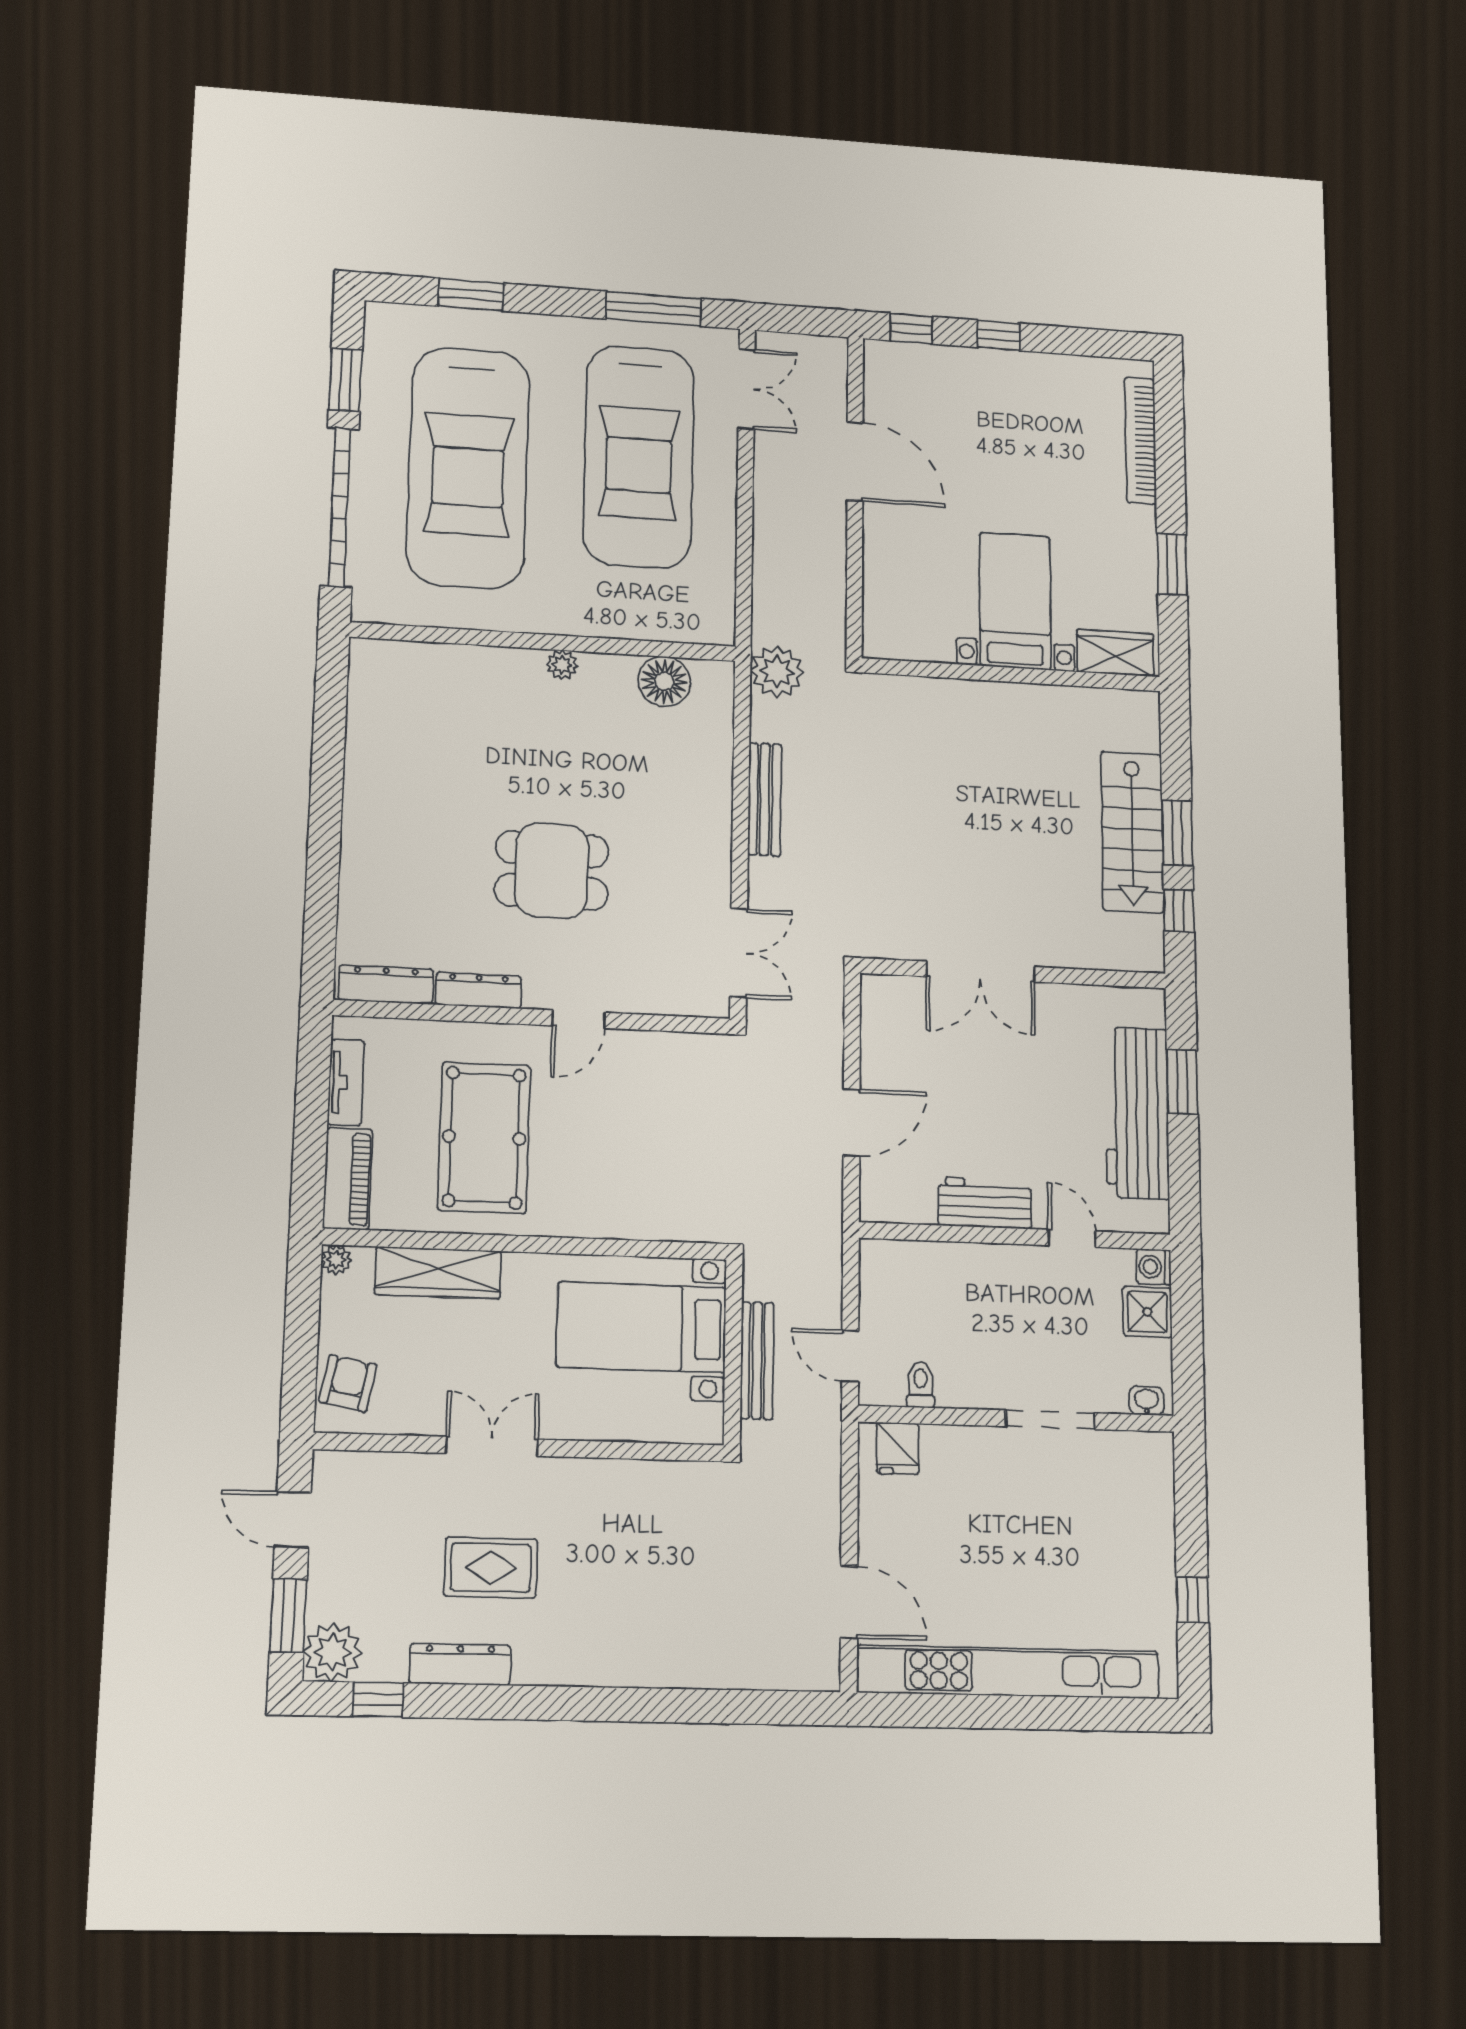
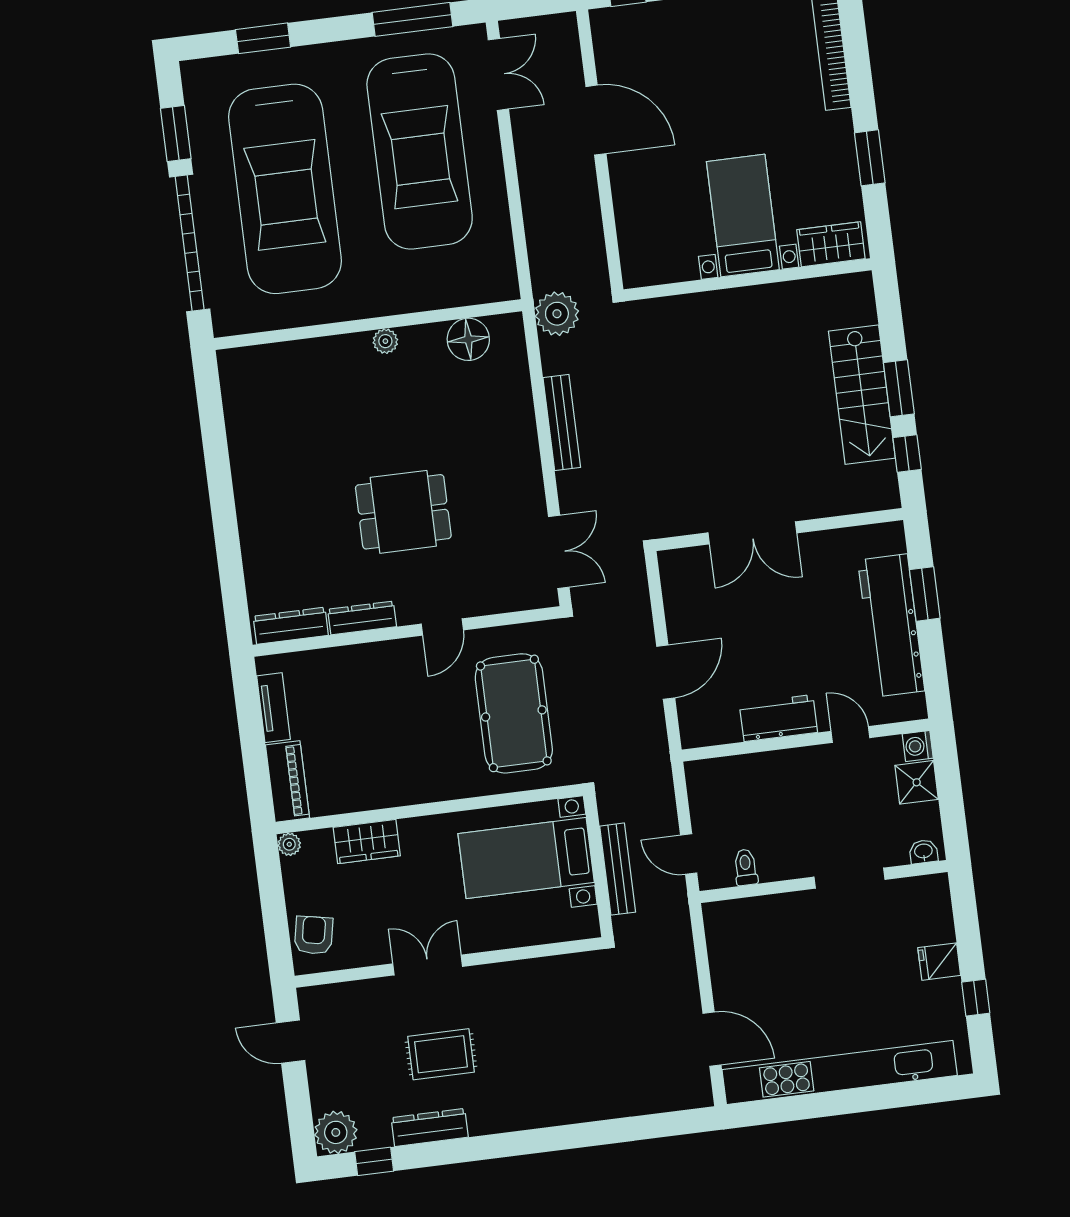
pool table: (484, 1138) -> (514, 713), moved
wardrobe: (438, 1273) -> (367, 842), width x0.67
fridge: (897, 1448) -> (939, 962), moved, turned 90
window: (288, 1615) -> (299, 1111), removed

